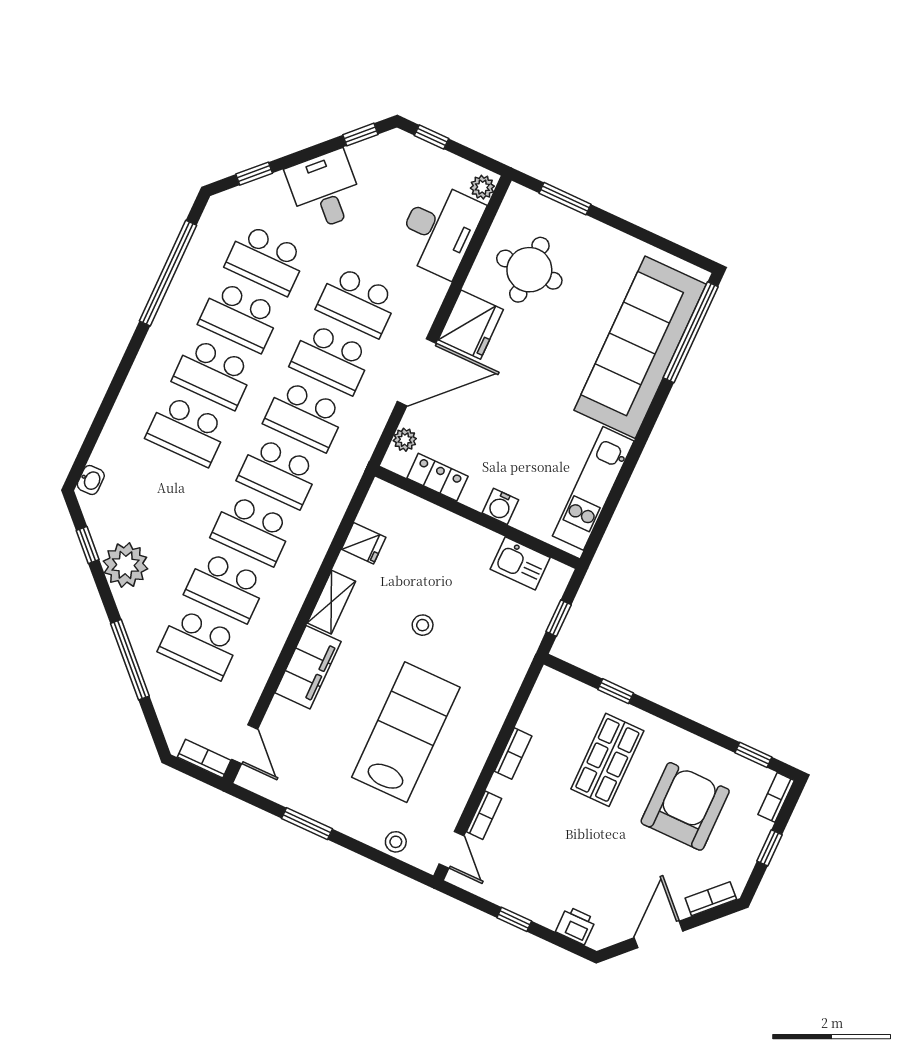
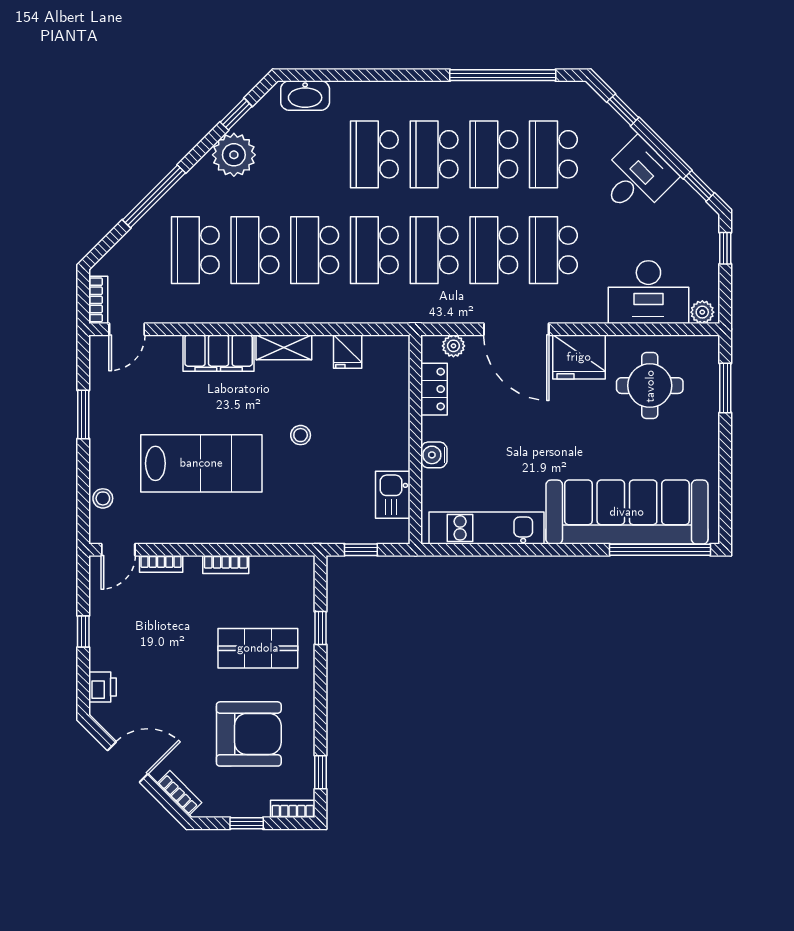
washbasin: (91, 480) -> (305, 96), width x1.91, depth x1.45

